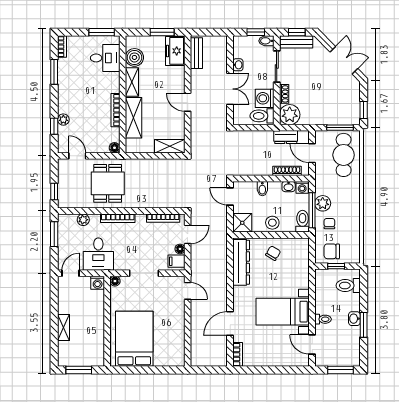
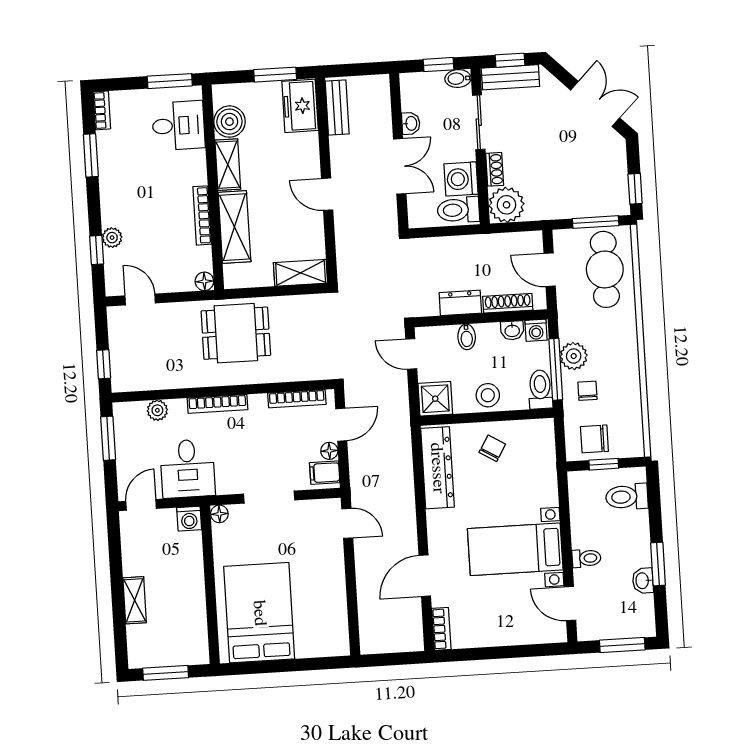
dresser: (286, 137) -> (460, 303), moved, turned 180
dining table: (108, 183) -> (236, 333), moved, turned 90
washbasin: (354, 319) -> (643, 581), moved

